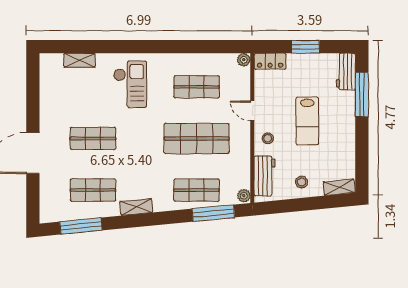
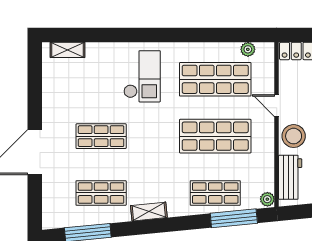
shelving: (79, 60) -> (68, 50), moved
plant: (244, 60) -> (248, 49), moved
shop shelf: (197, 87) -> (215, 79), width x1.43, depth x1.36
stool: (268, 138) -> (294, 136), width x1.89, depth x1.89

